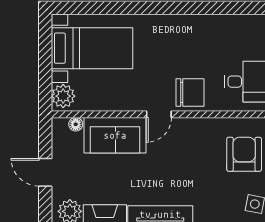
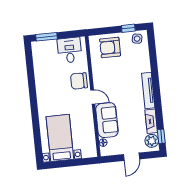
chair: (190, 93) -> (79, 81), turned -90
plant: (63, 96) -> (88, 151), removed

